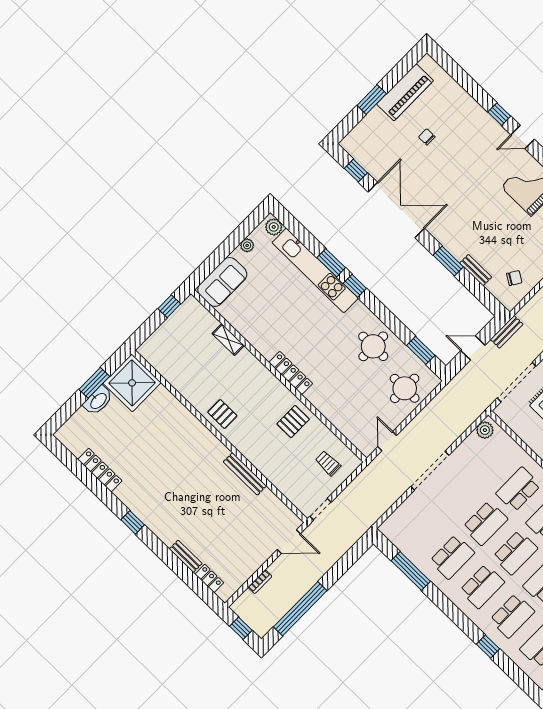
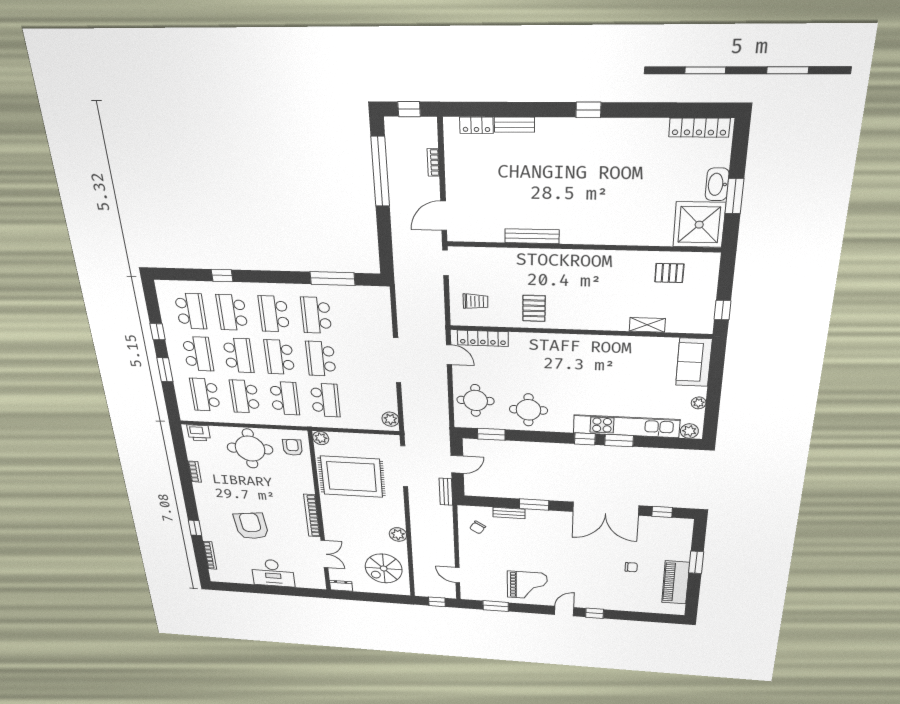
locker: (291, 373) -> (483, 338), moved
pallet: (222, 414) -> (669, 273), moved
locker: (100, 470) -> (699, 128), moved

